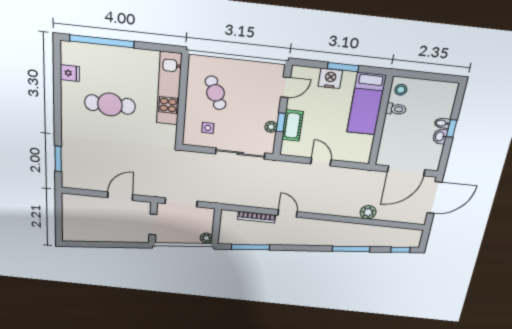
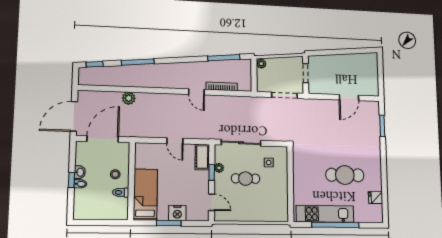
window: (102, 41) -> (335, 225), moved
door: (286, 87) -> (212, 202), swing flipped
kitchen unit: (169, 89) -> (325, 214), moved, turned -90
stool: (401, 90) -> (115, 174), moved
cafe table: (215, 93) -> (246, 179), moved, turned -66
cot: (292, 126) -> (202, 157), moved
door: (120, 196) -> (349, 98), moved

